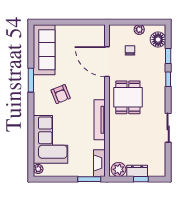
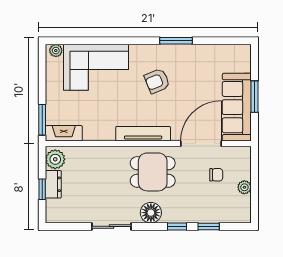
window: (72, 22) -> (255, 97), added
floor lamp: (158, 40) -> (151, 213), moved
sofa: (44, 50) -> (237, 107), moved, turned 90
tv unit: (100, 120) -> (143, 134), moved

